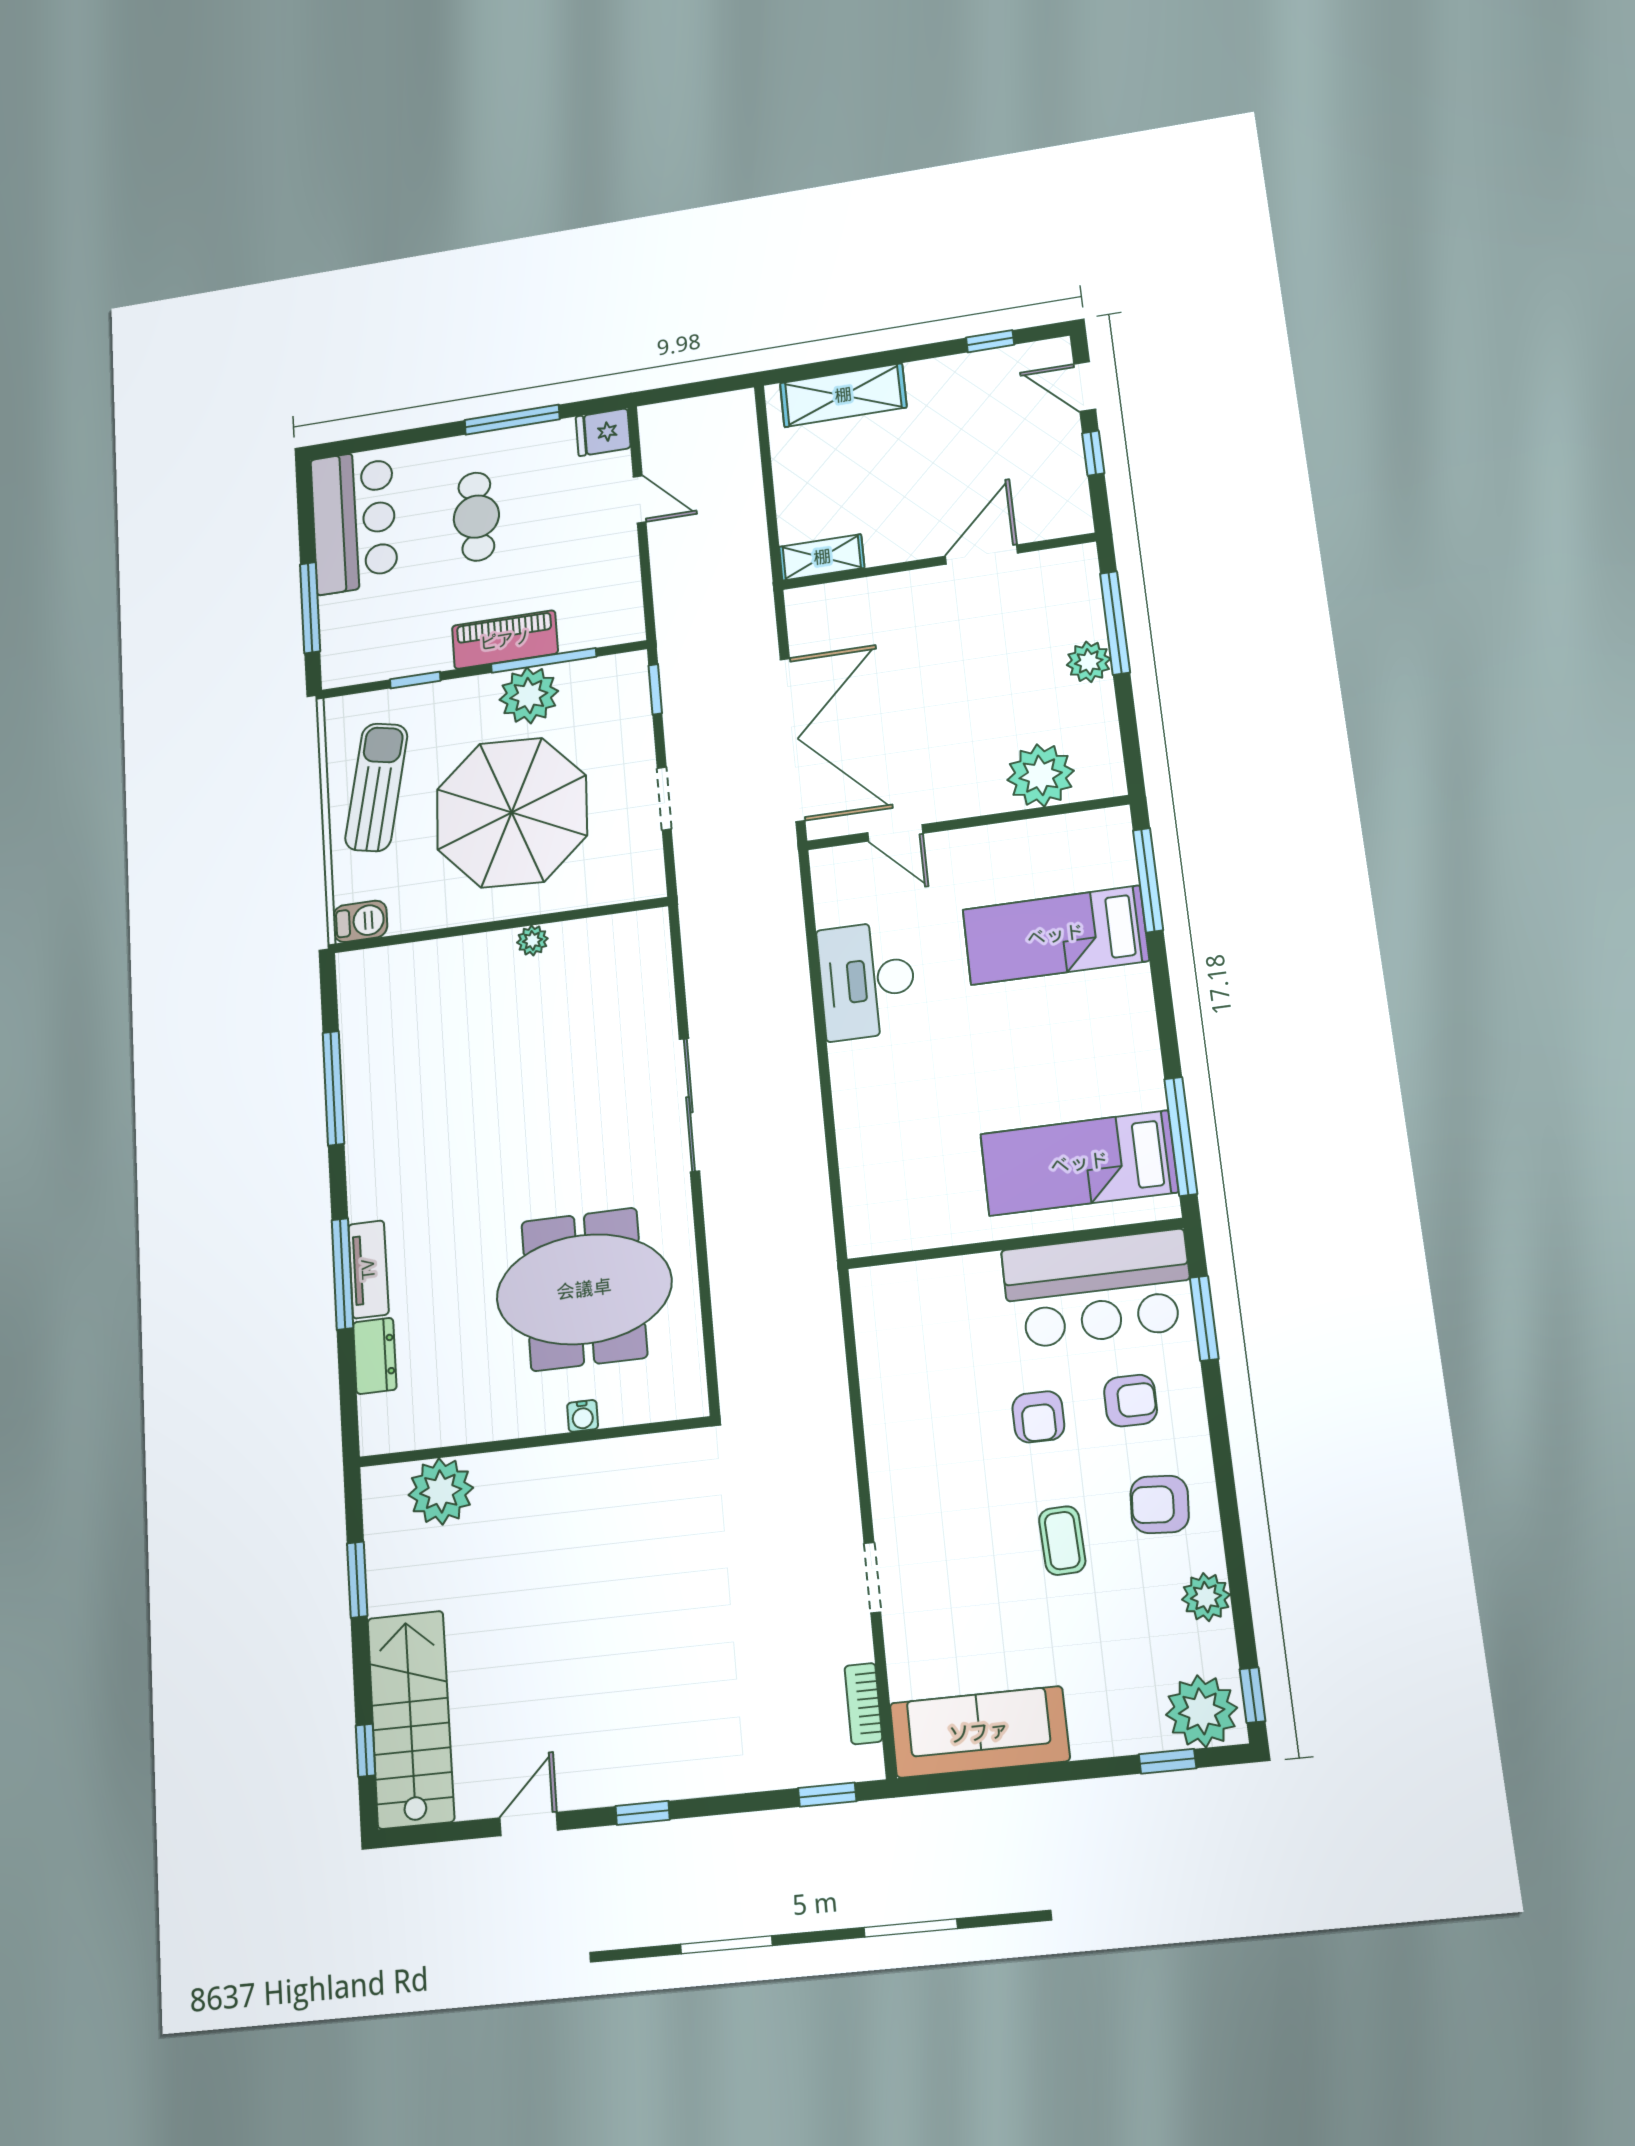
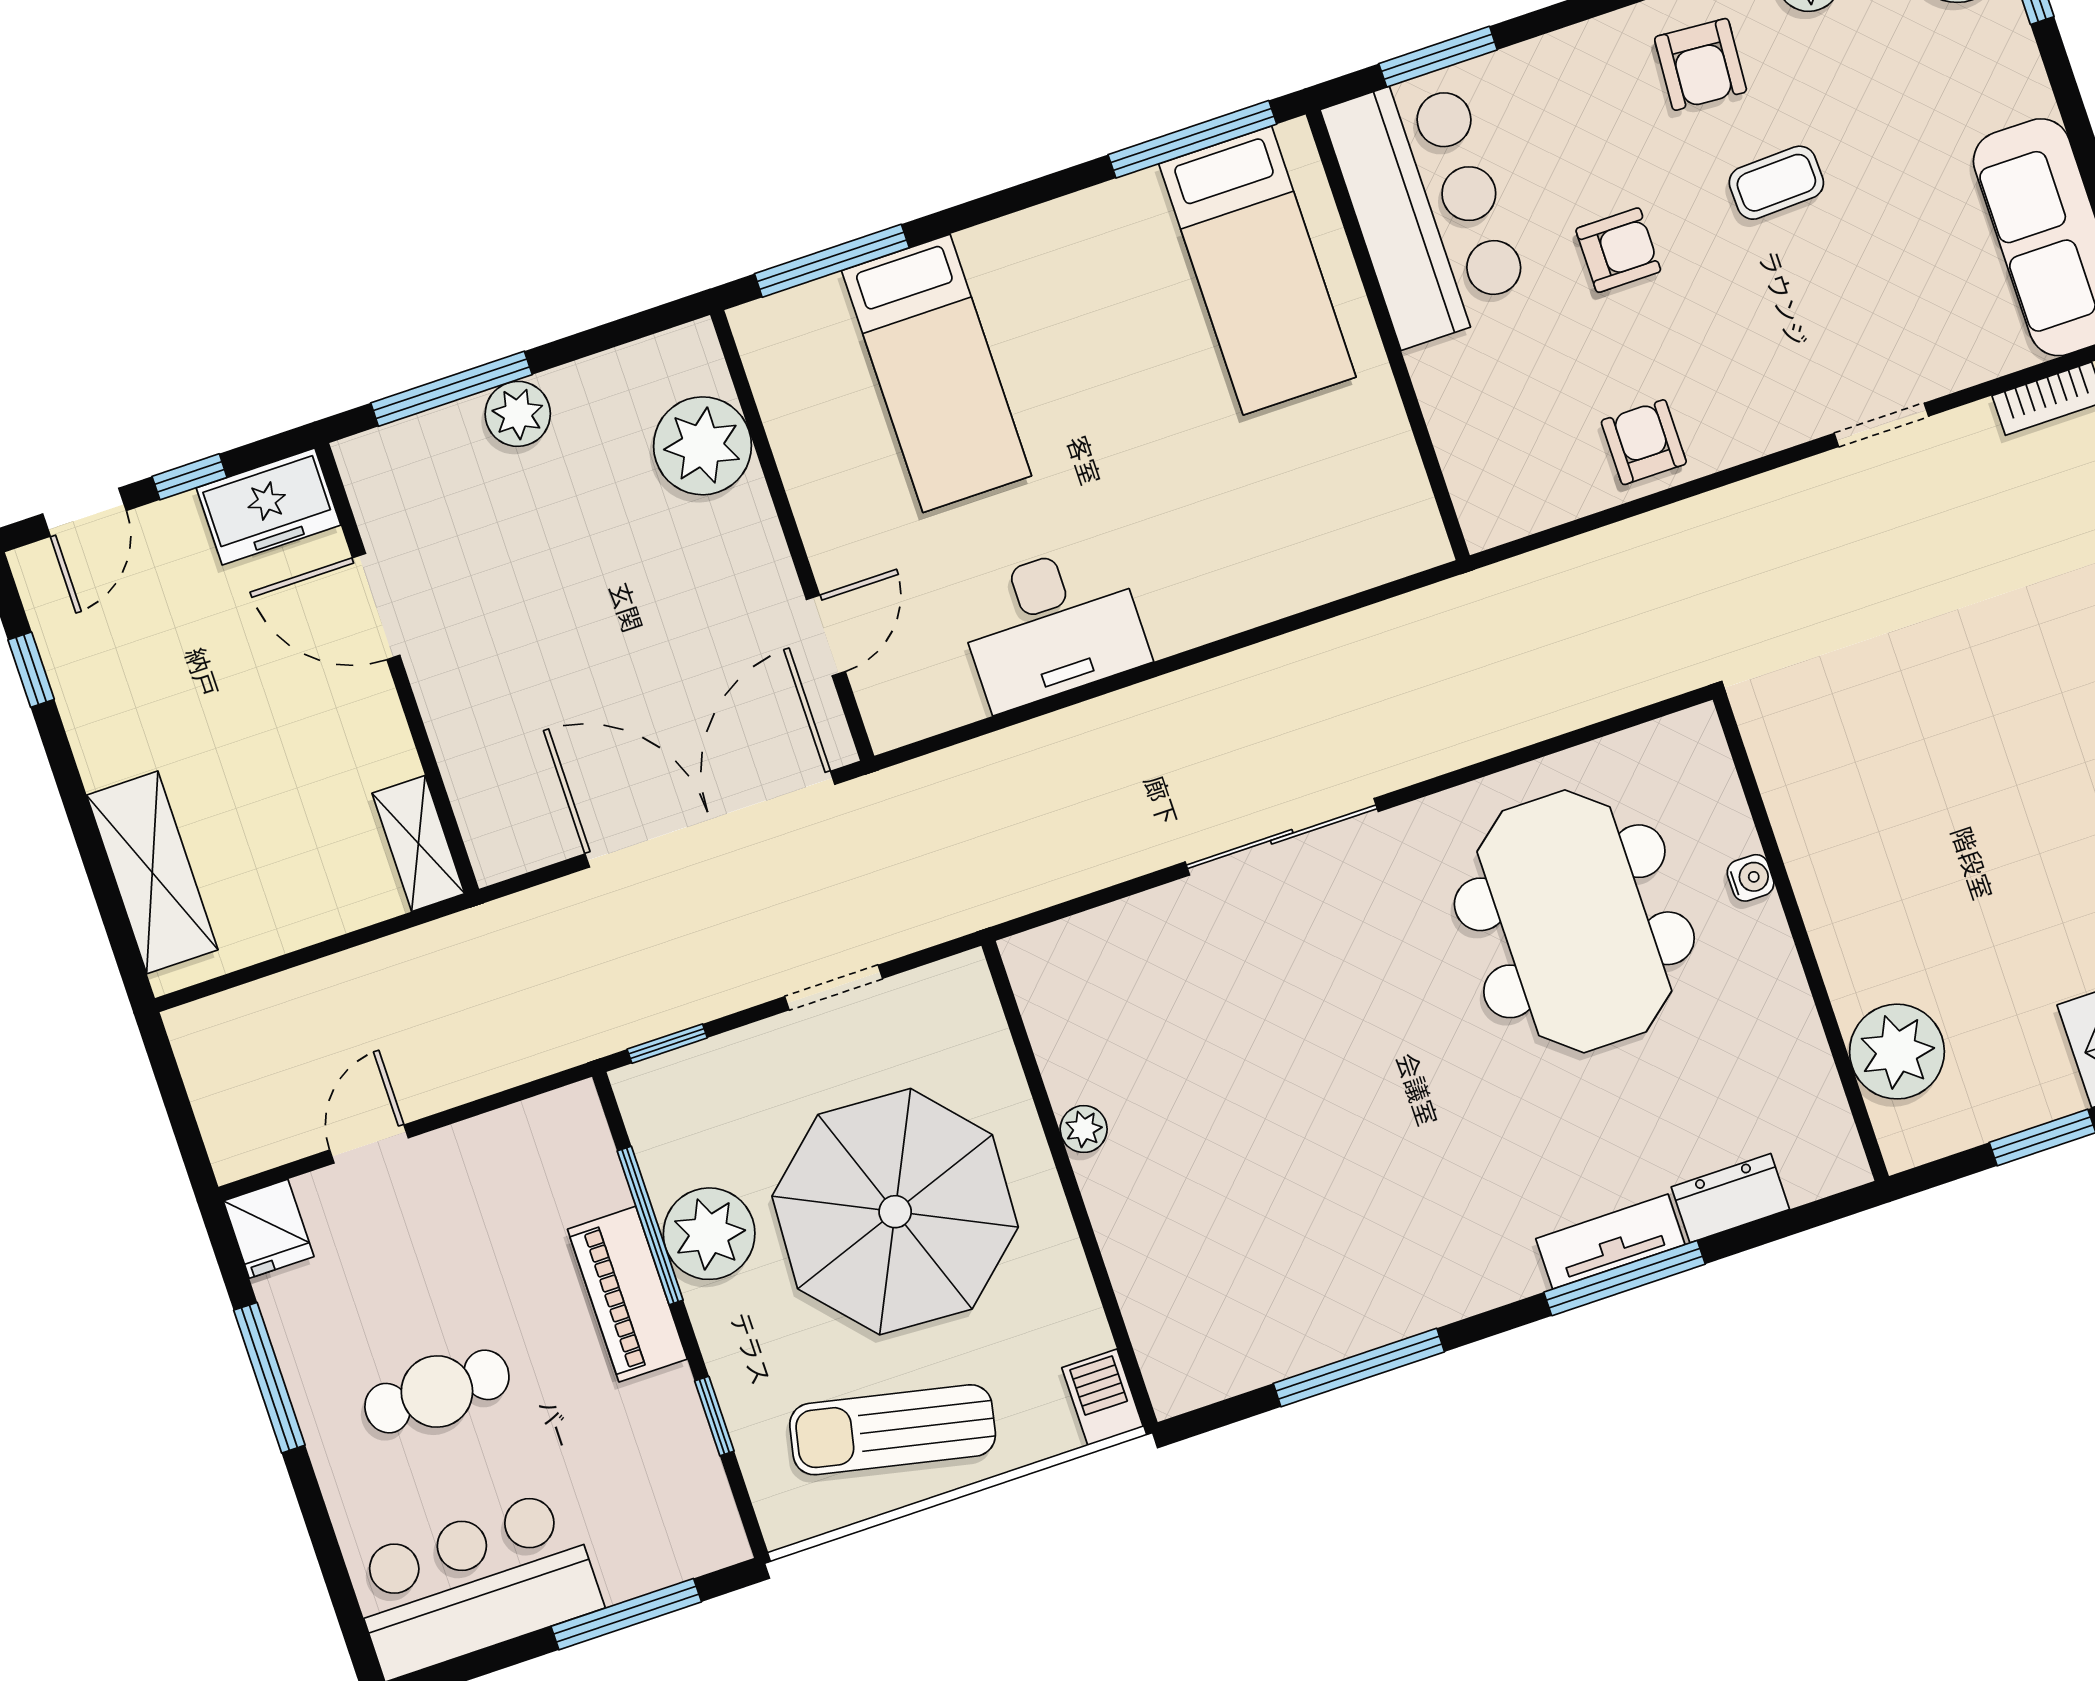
freezer: (1063, 498) -> (268, 506), added
armchair: (1131, 1401) -> (1644, 442), moved

